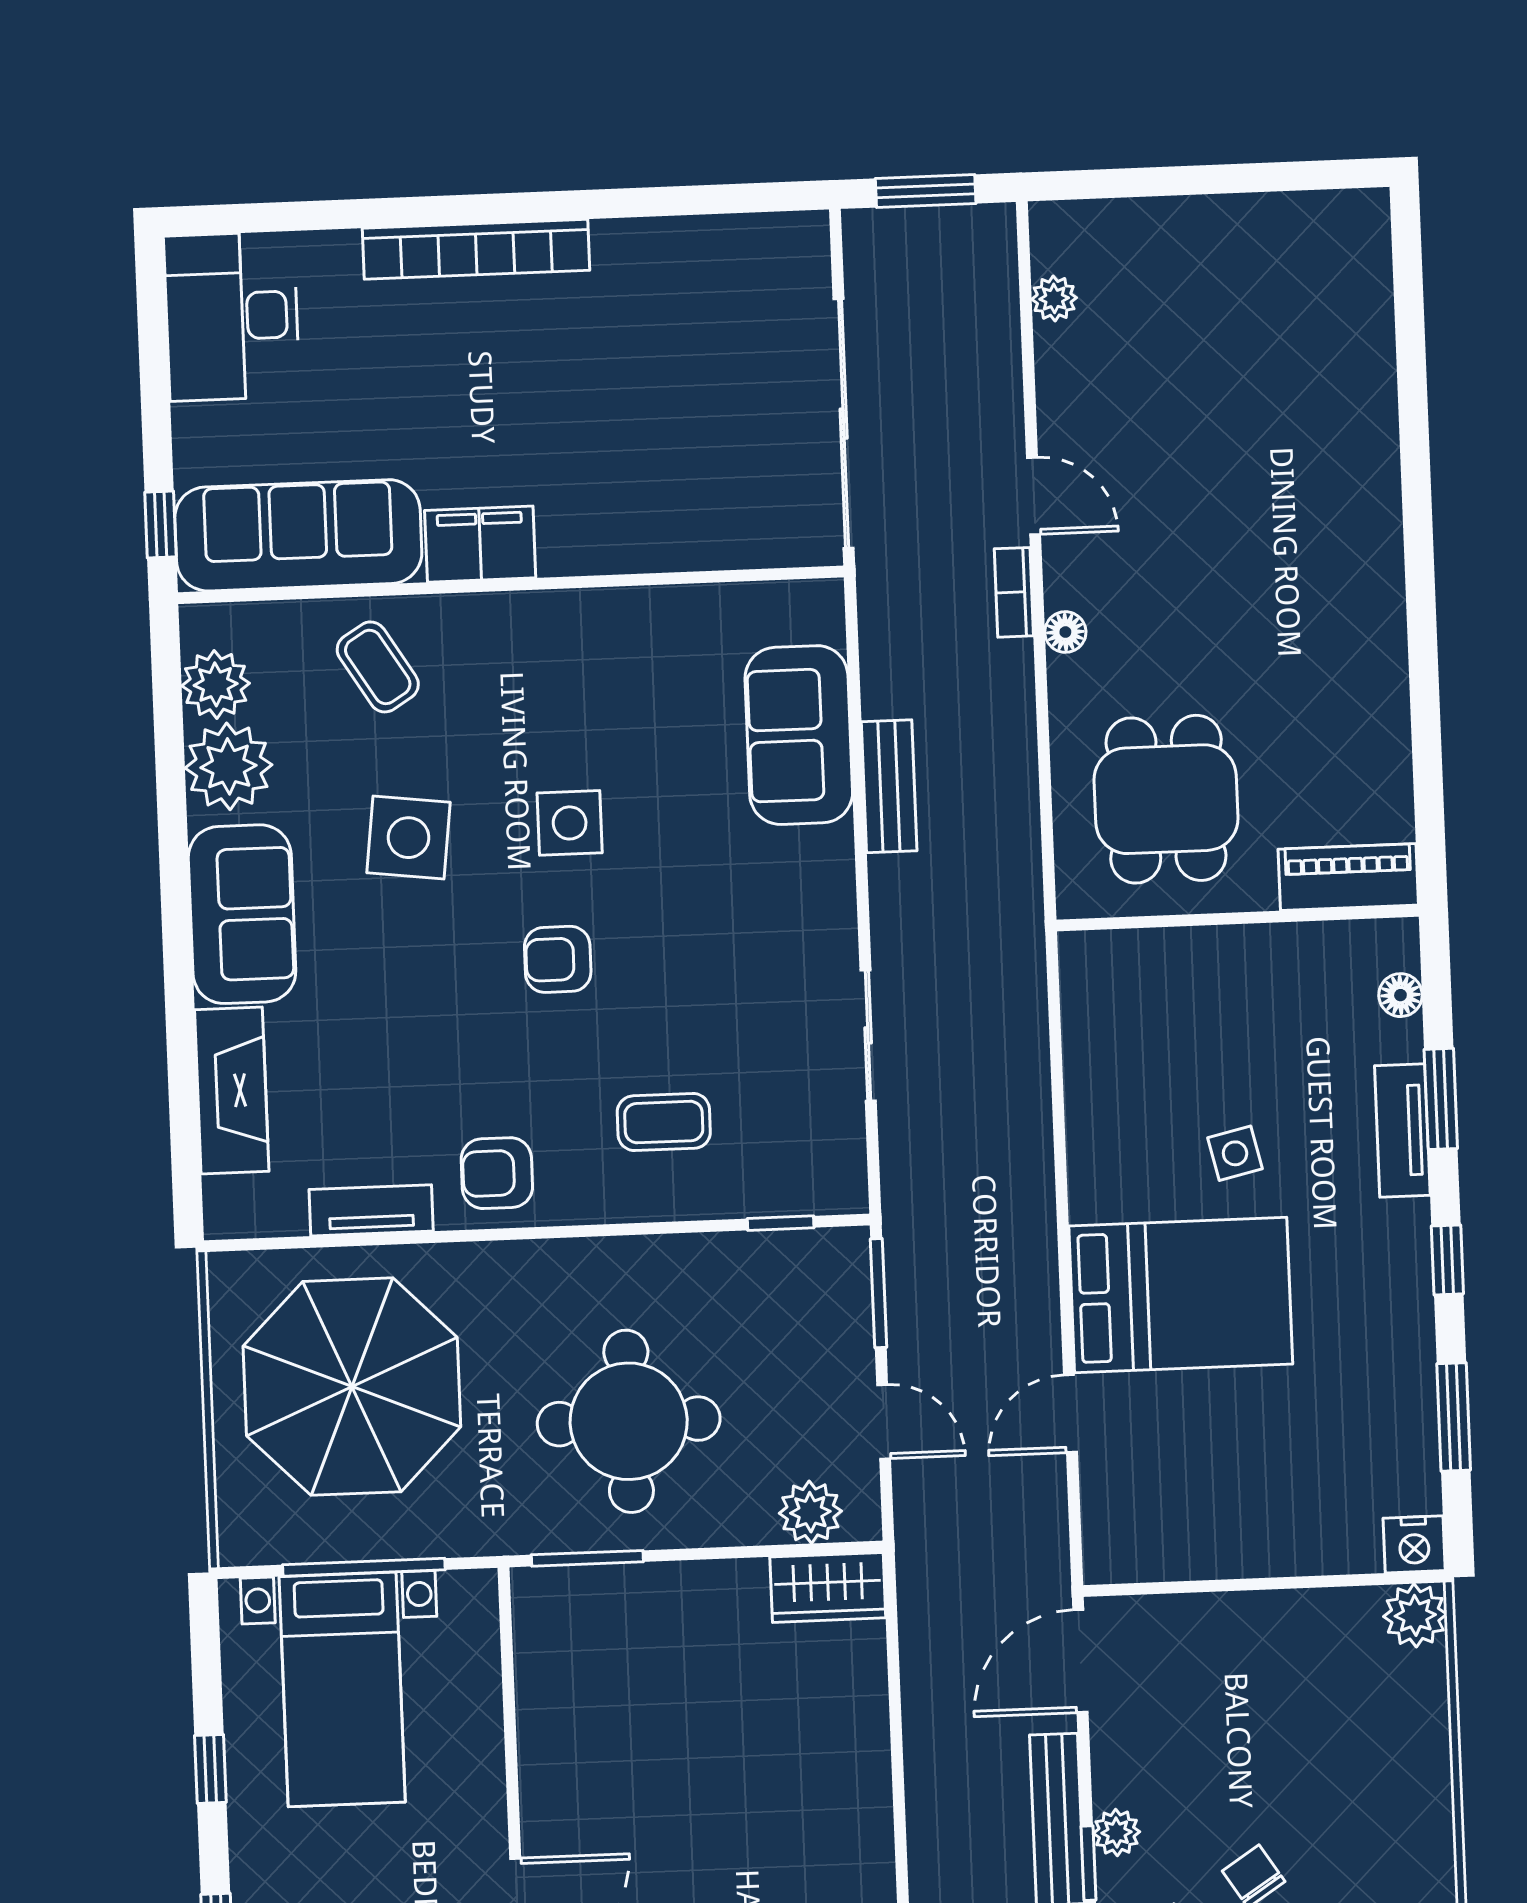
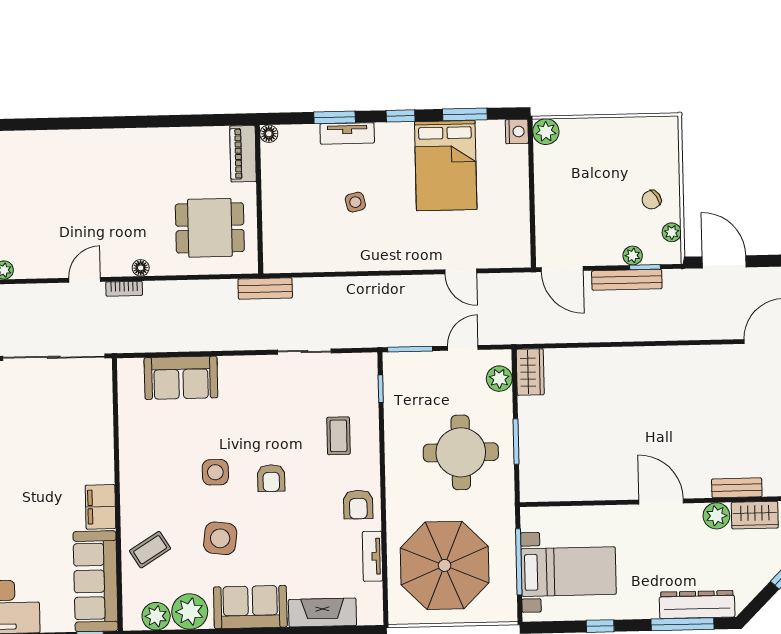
bench: (889, 786) -> (265, 288), moved
floor lamp: (1400, 995) -> (269, 134), moved
bed: (1181, 1295) -> (446, 166), moved, turned 180
window: (587, 1558) -> (516, 441), moved

